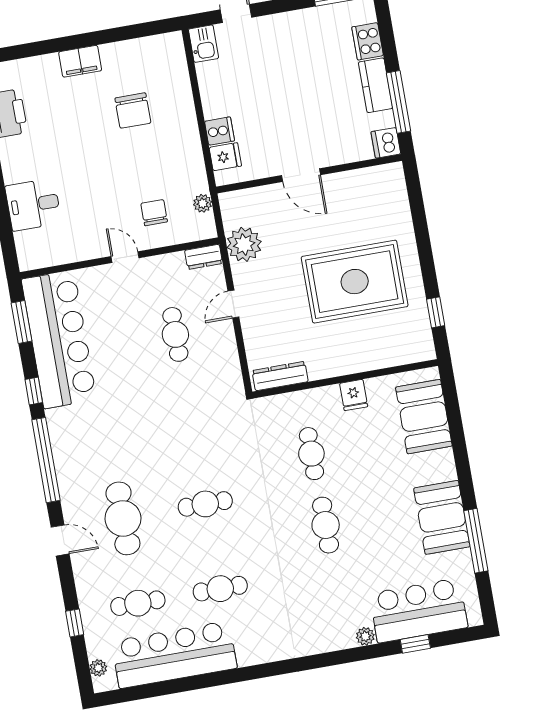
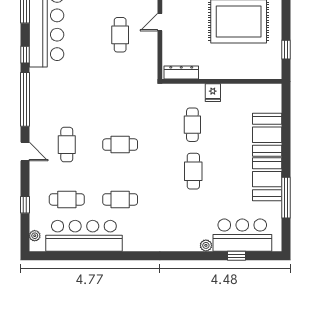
fridge: (354, 395) -> (213, 93), moved
booth: (424, 417) -> (267, 135), moved
cafe table: (123, 518) -> (67, 145), width x0.73, depth x0.74

